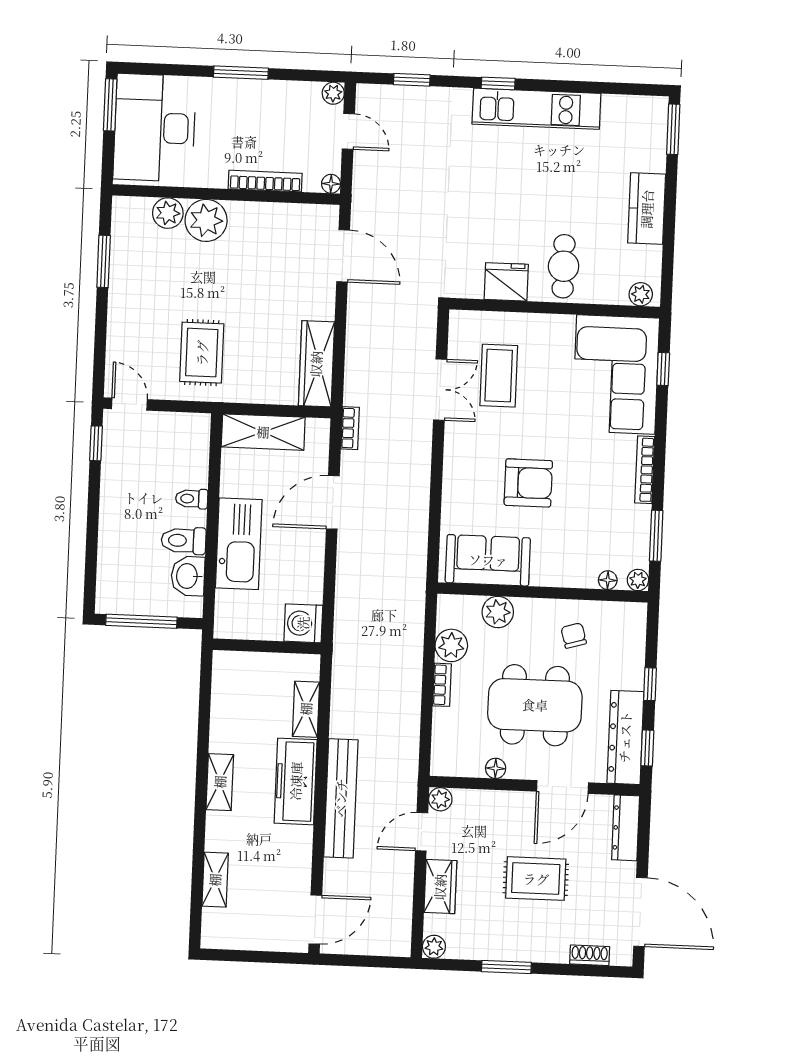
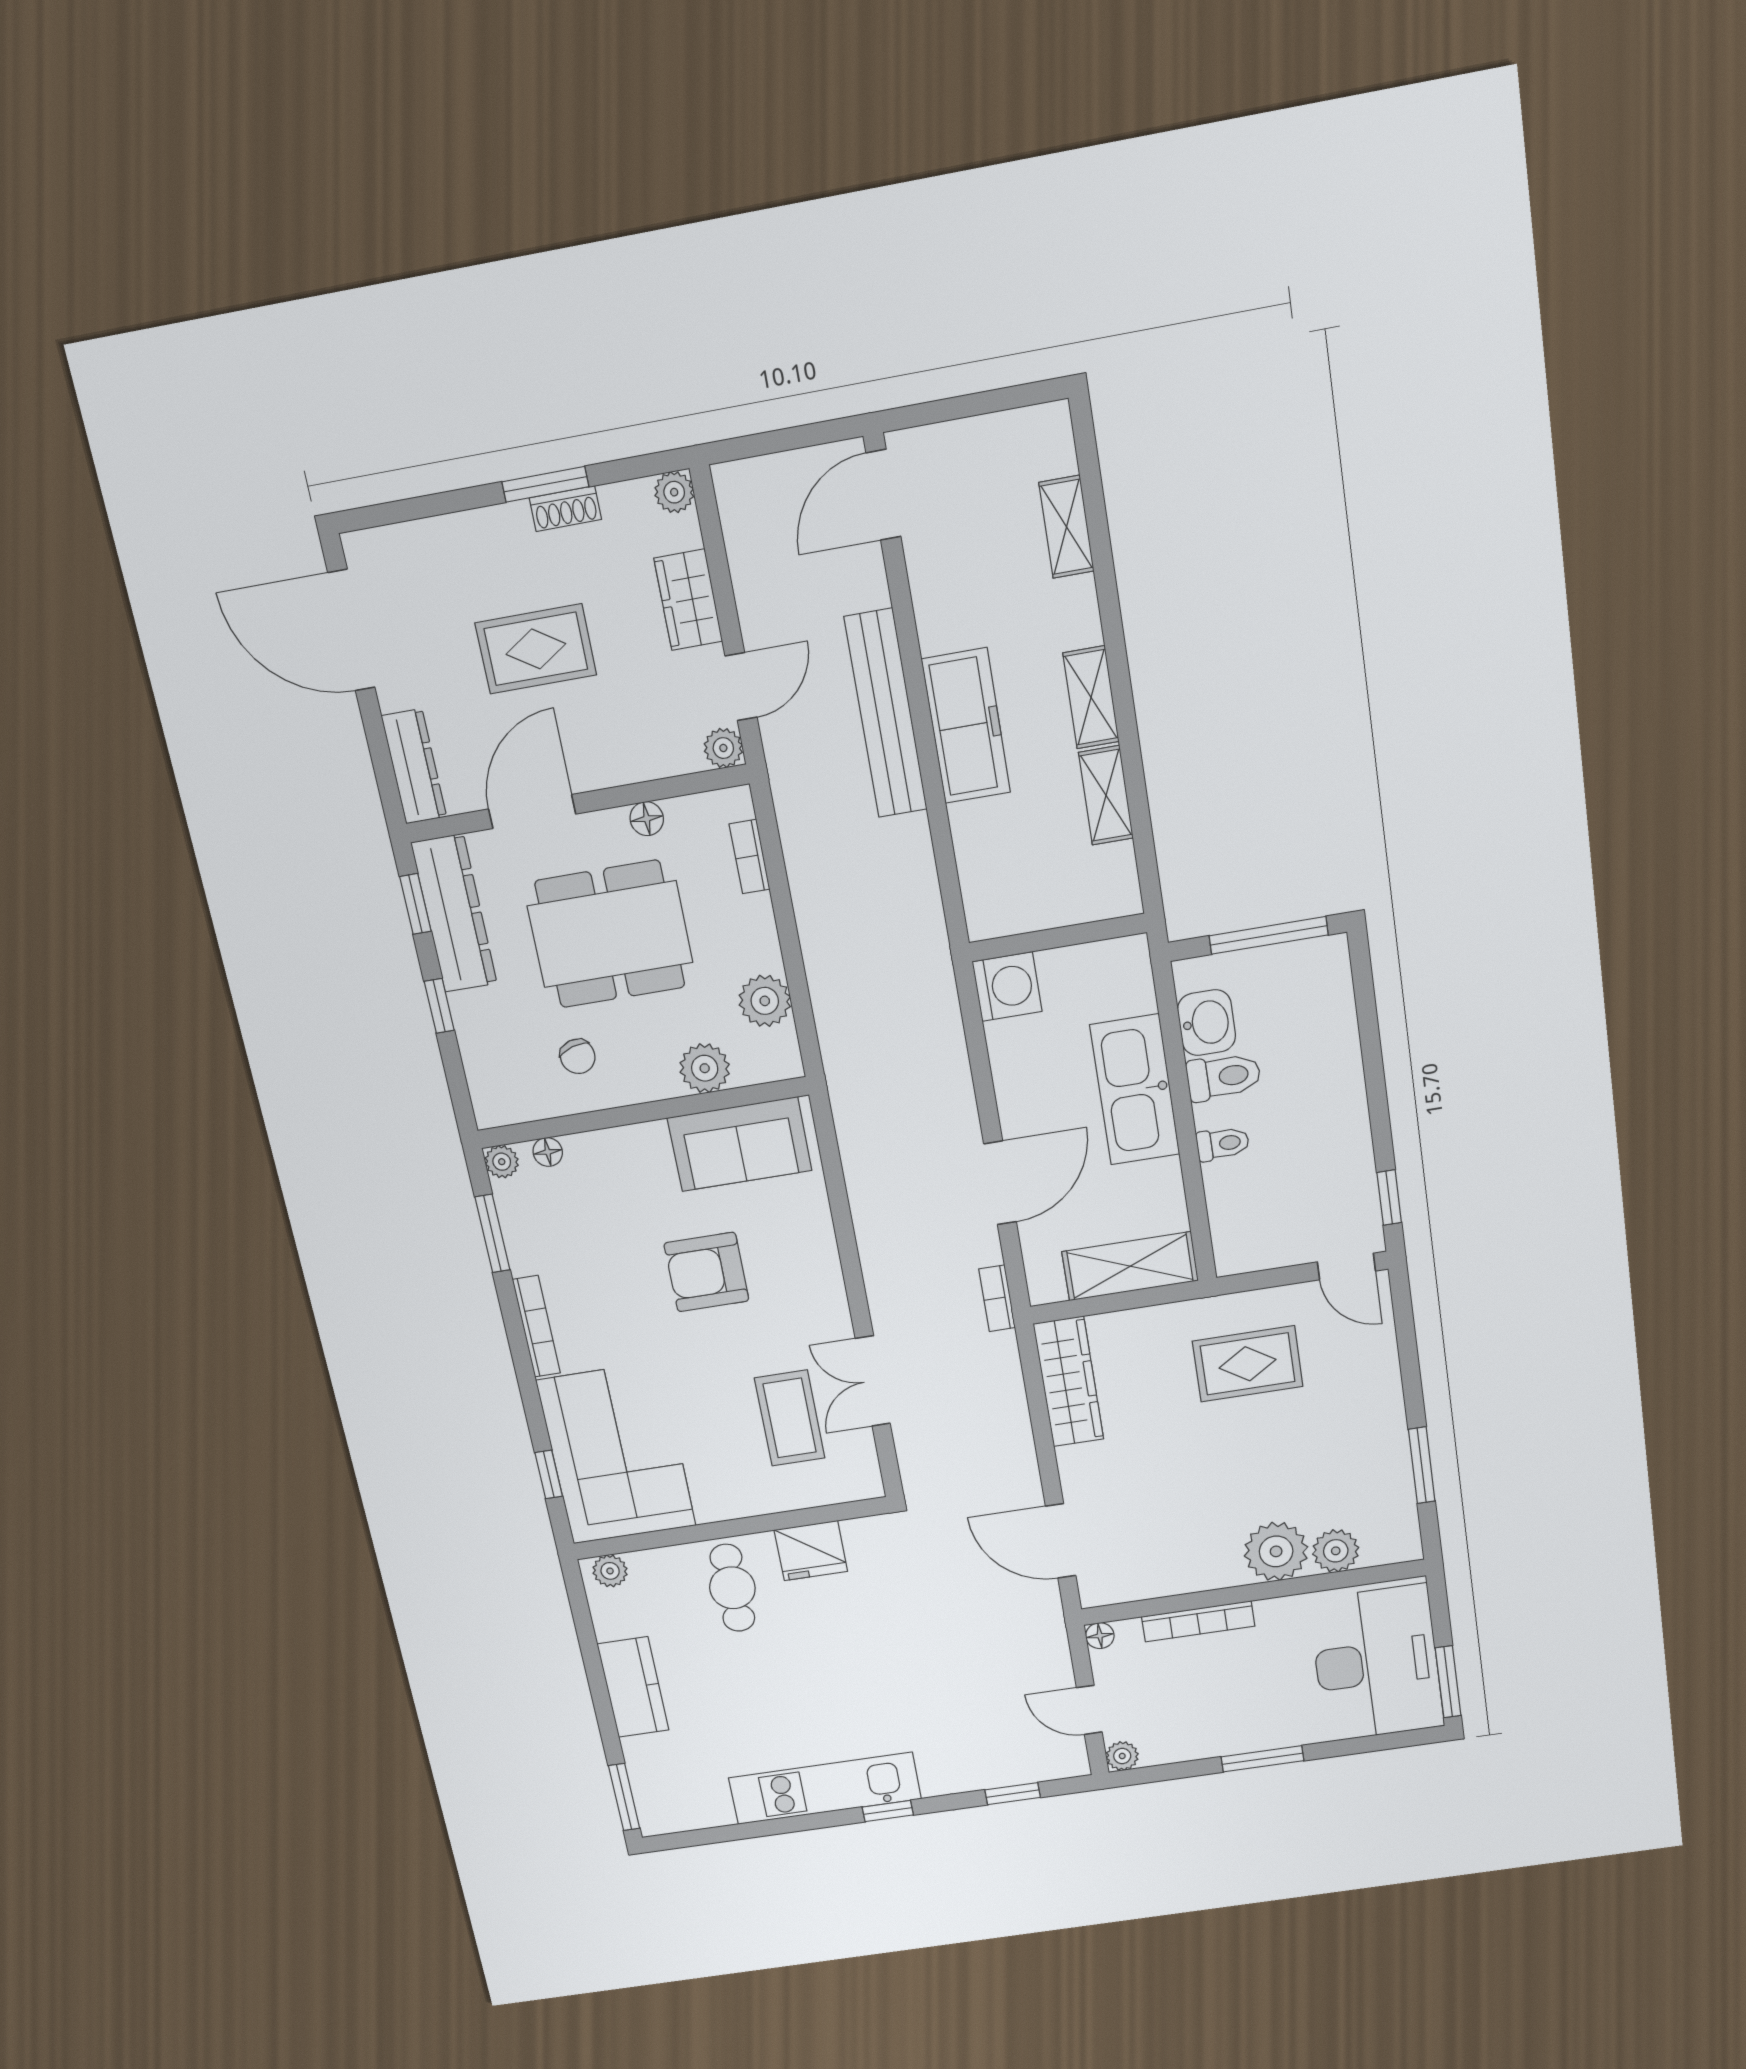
rug: (202, 353) -> (1248, 1364), turned 90
bookcase: (442, 685) -> (750, 857), moved
shelving: (306, 709) -> (1106, 795), moved
shoe rack: (590, 955) -> (565, 509), moved

